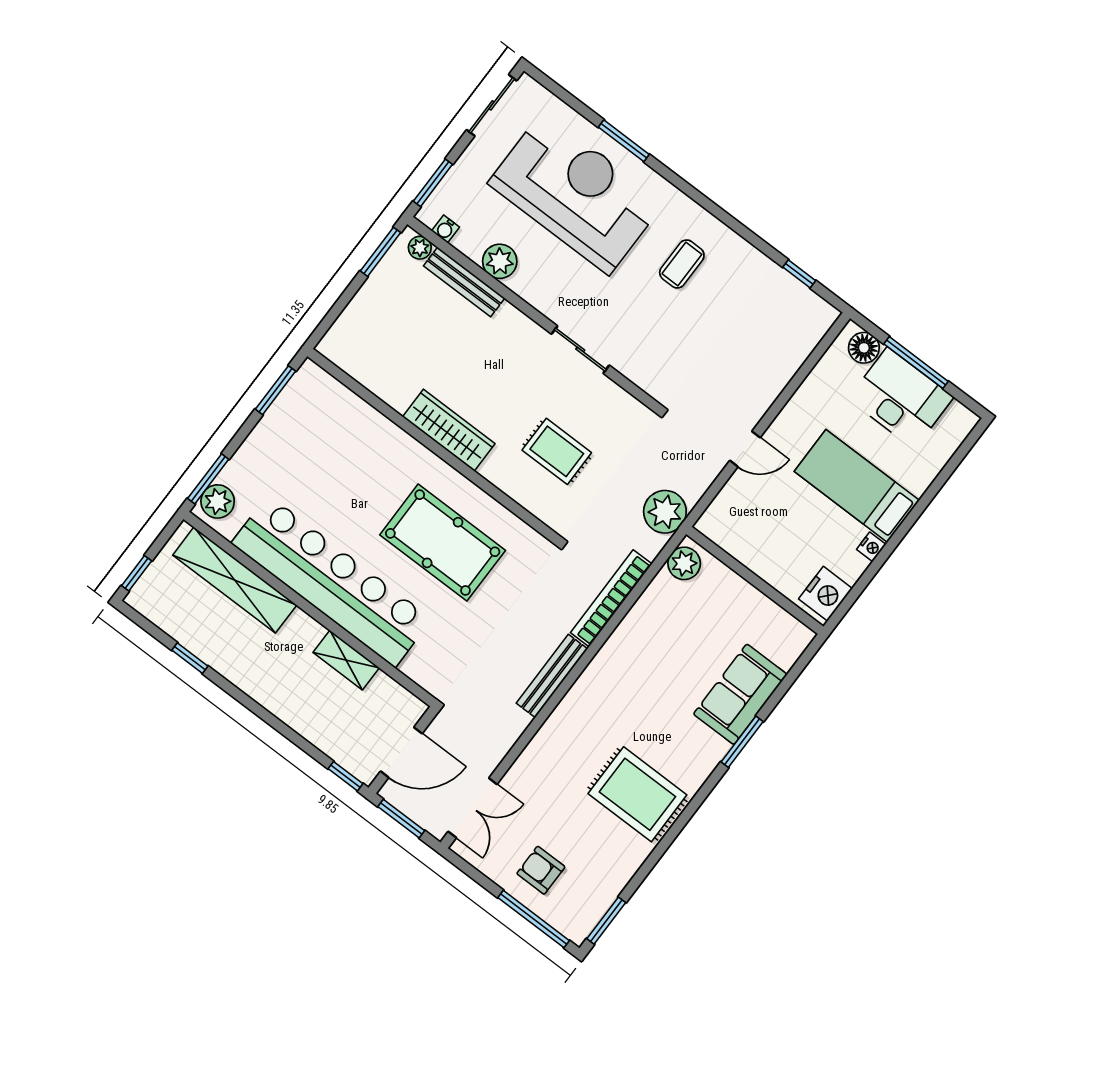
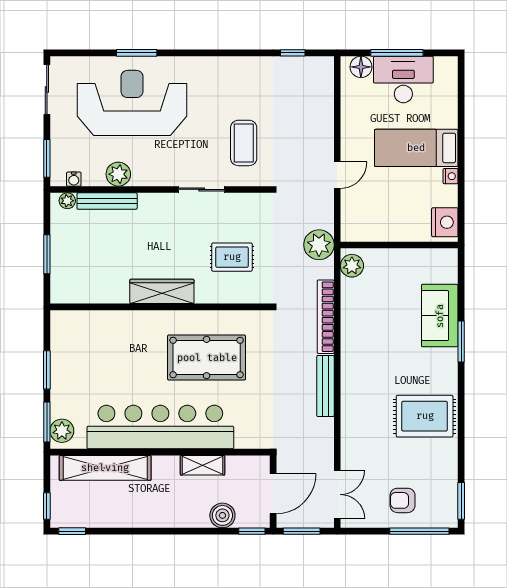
window: (381, 252) -> (47, 254), moved
coffee table: (682, 264) -> (244, 143), moved, width x1.36, depth x1.30
window: (276, 390) -> (47, 370), moved
window: (190, 658) -> (72, 531), moved
boiler: (326, 733) -> (222, 515), added

